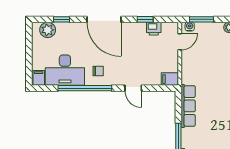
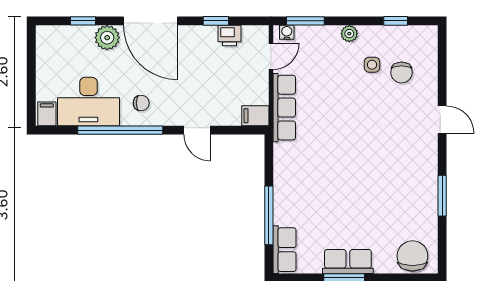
plant: (48, 30) -> (107, 38), moved
row of seats: (188, 106) -> (284, 108), moved

